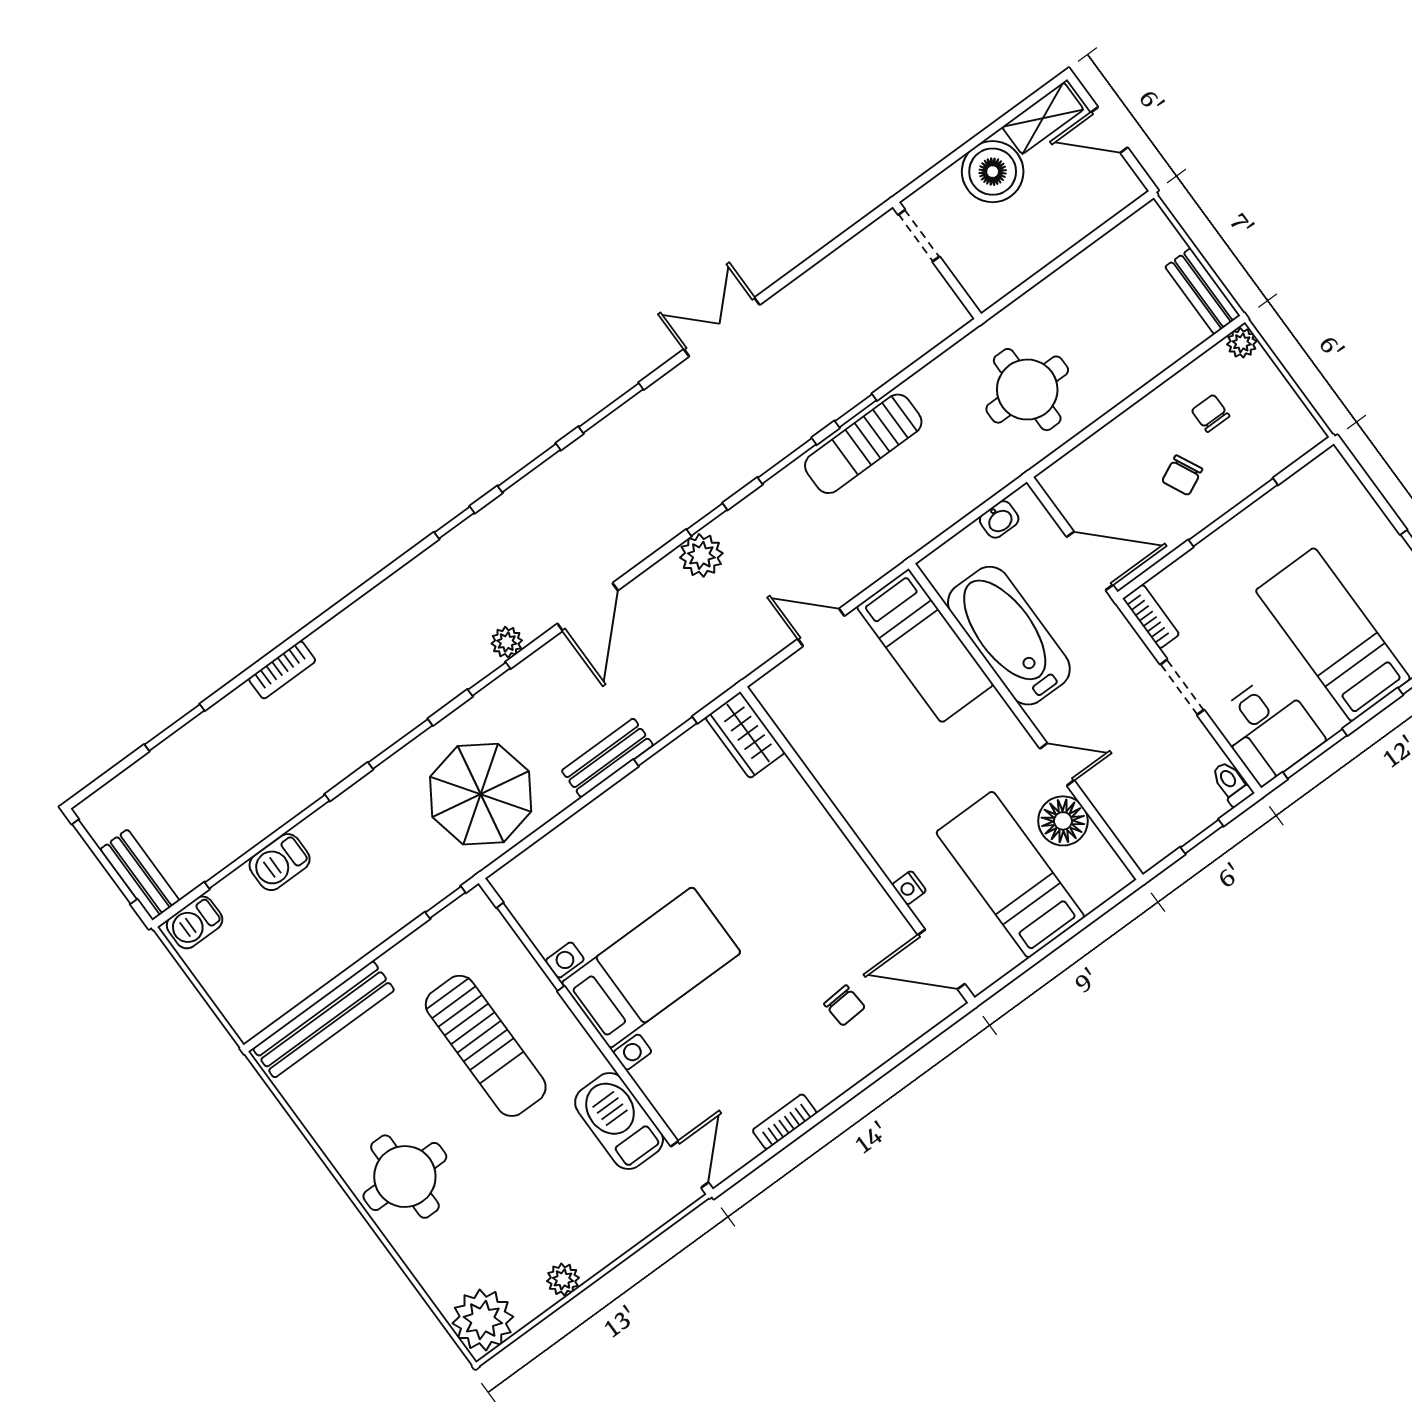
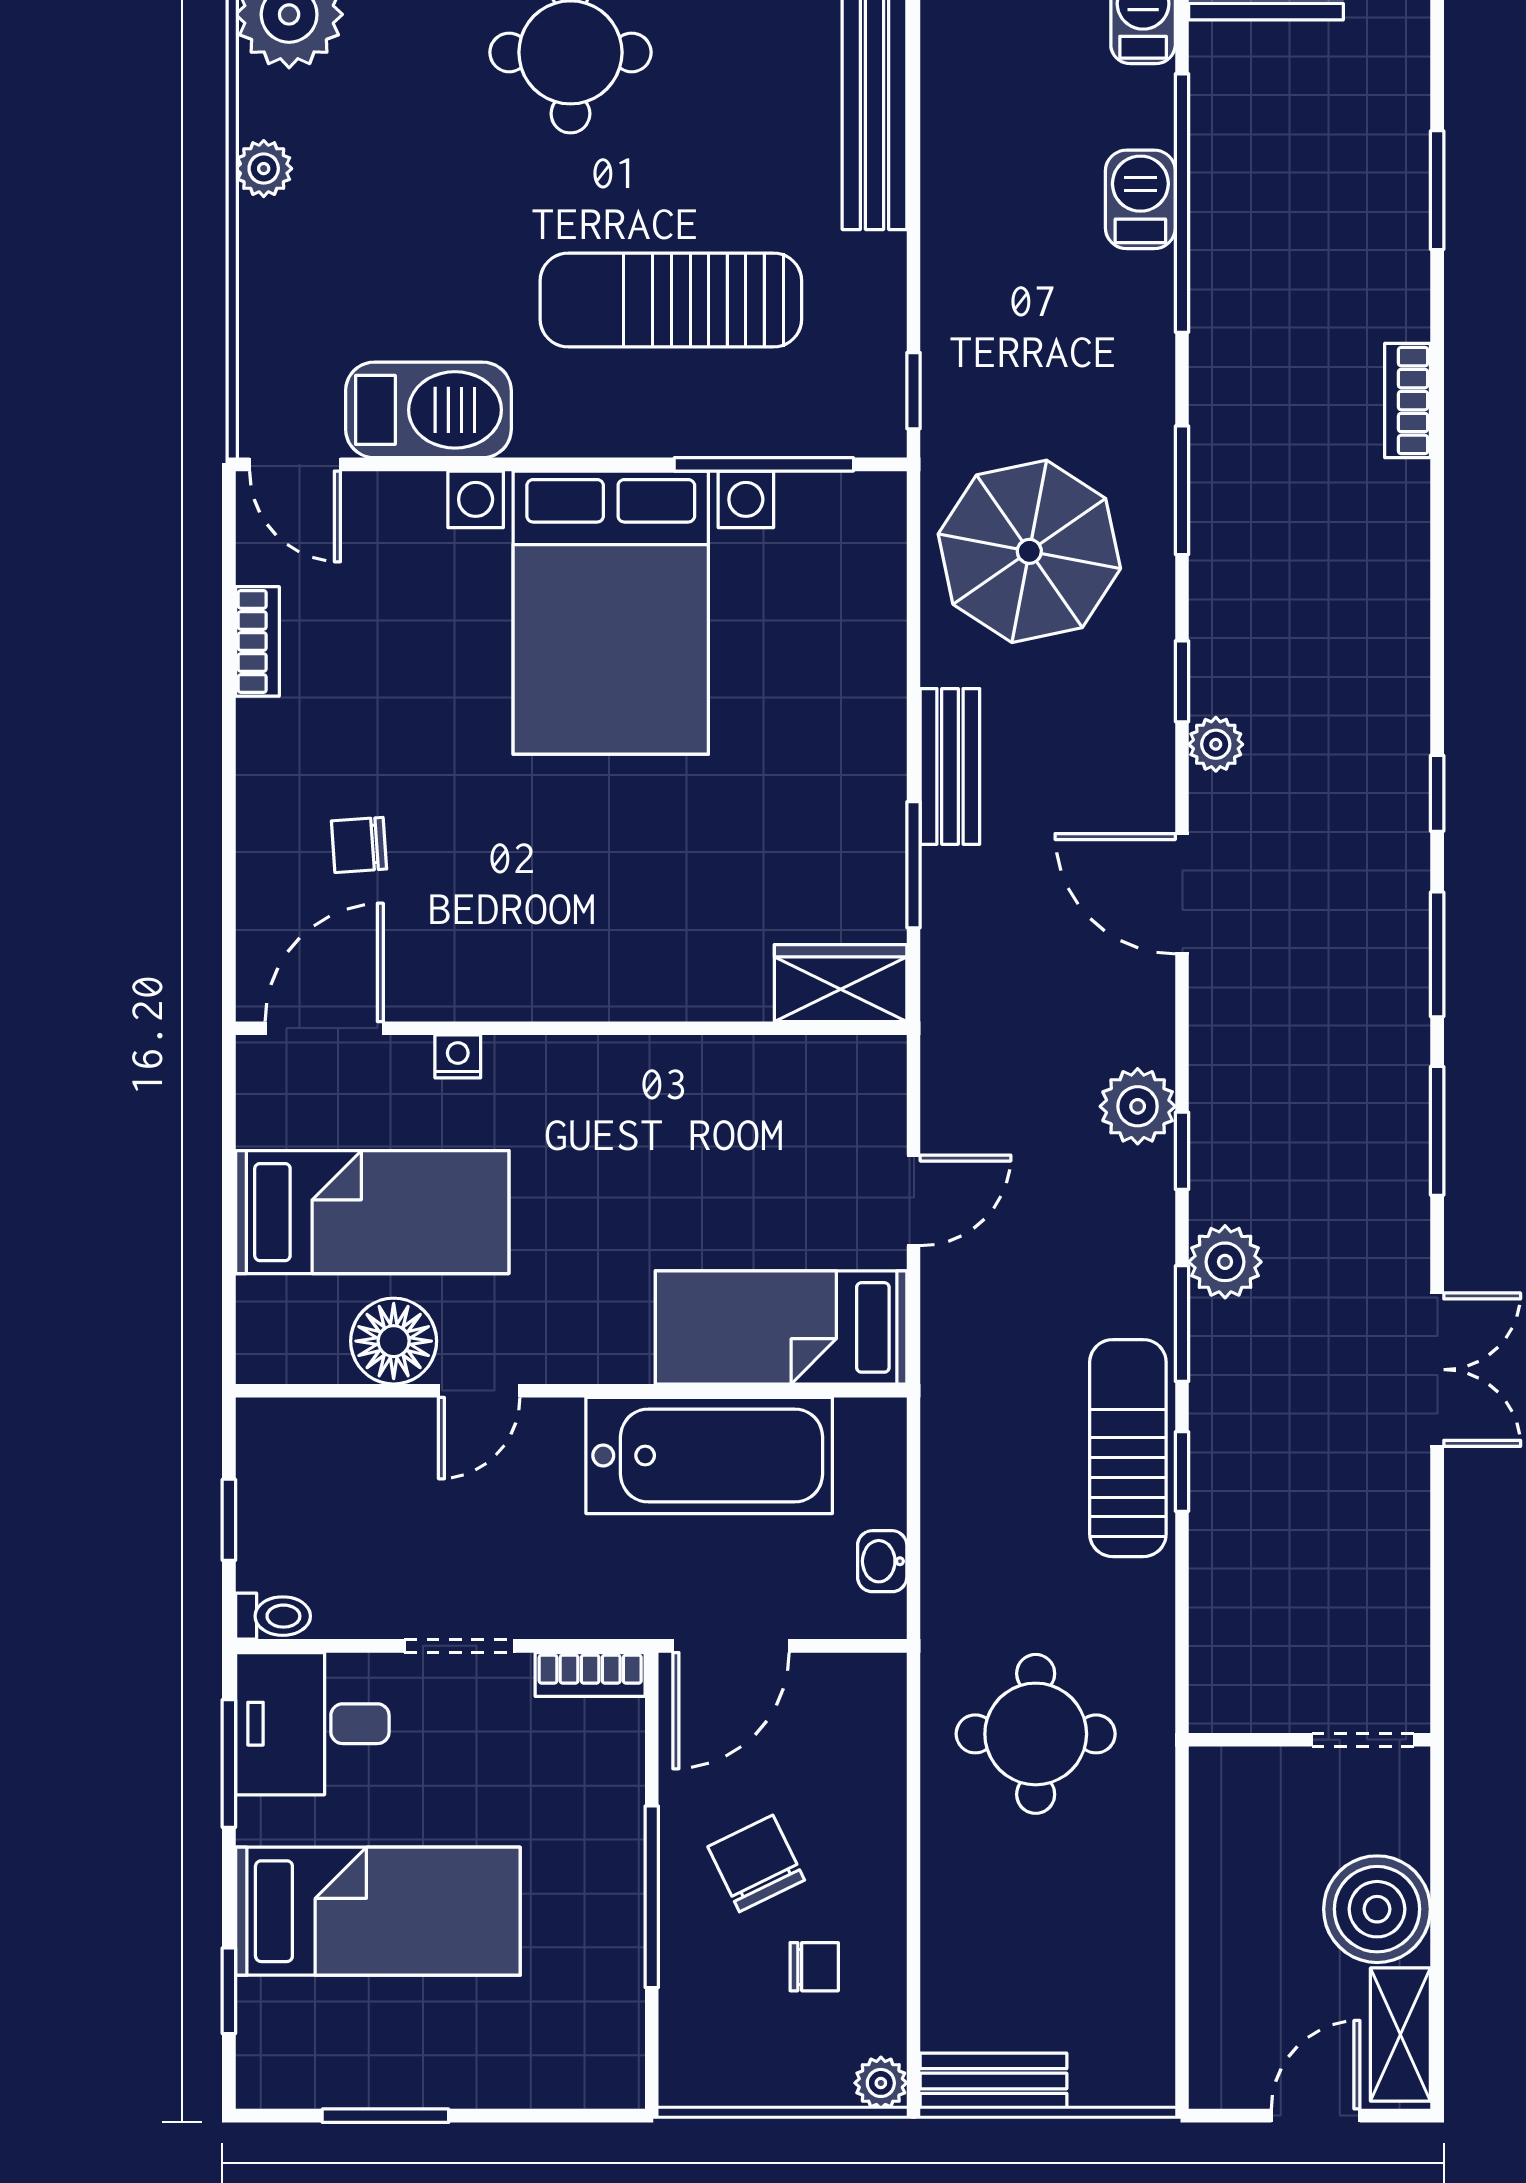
plant: (744, 462) -> (1225, 1262), added
chair: (1182, 475) -> (756, 1863), width x1.37, depth x1.37
bed with nightstands: (651, 968) -> (611, 613), width x1.36

